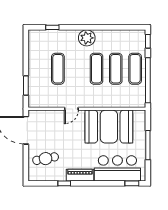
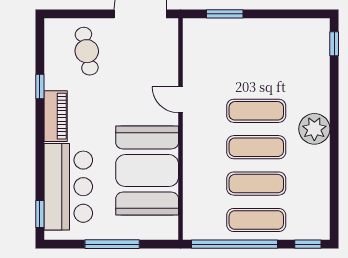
window: (52, 27) -> (334, 44), moved
exercise mat: (58, 69) -> (256, 111), moved

